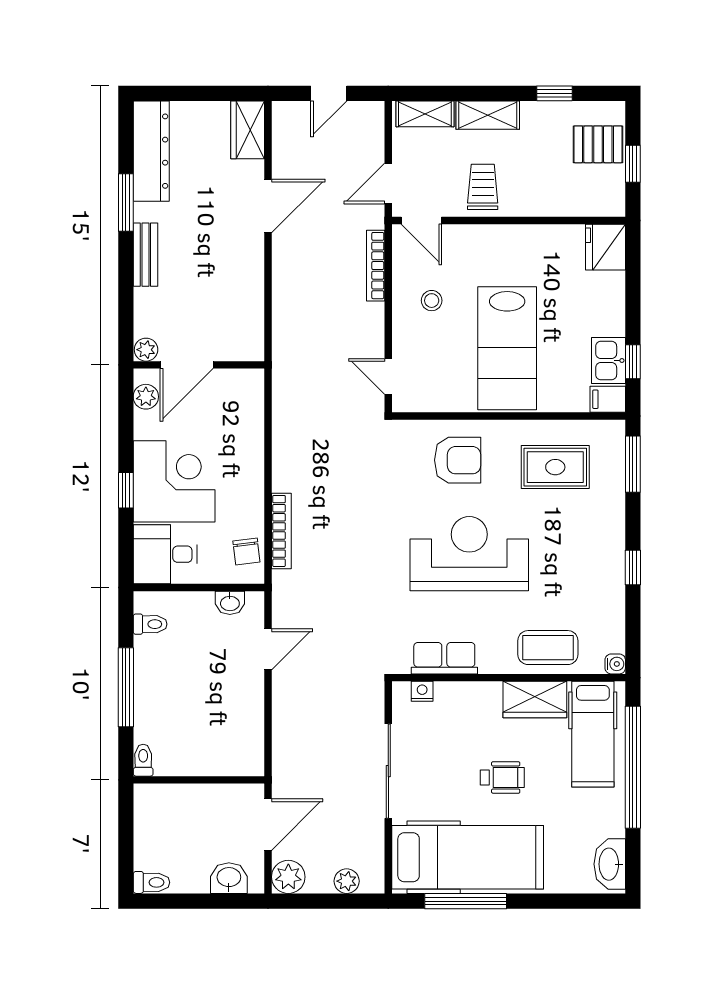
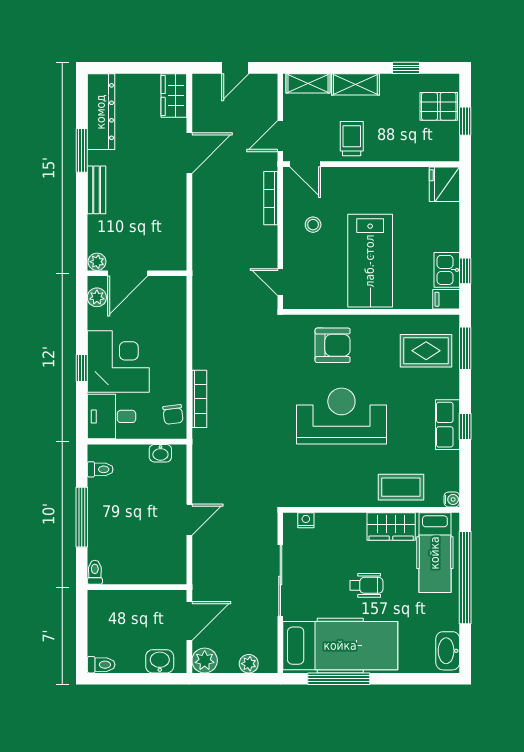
rug: (555, 467) -> (426, 351), moved
door: (268, 649) -> (189, 520), moved
row of seats: (444, 658) -> (448, 425), moved, turned -90

